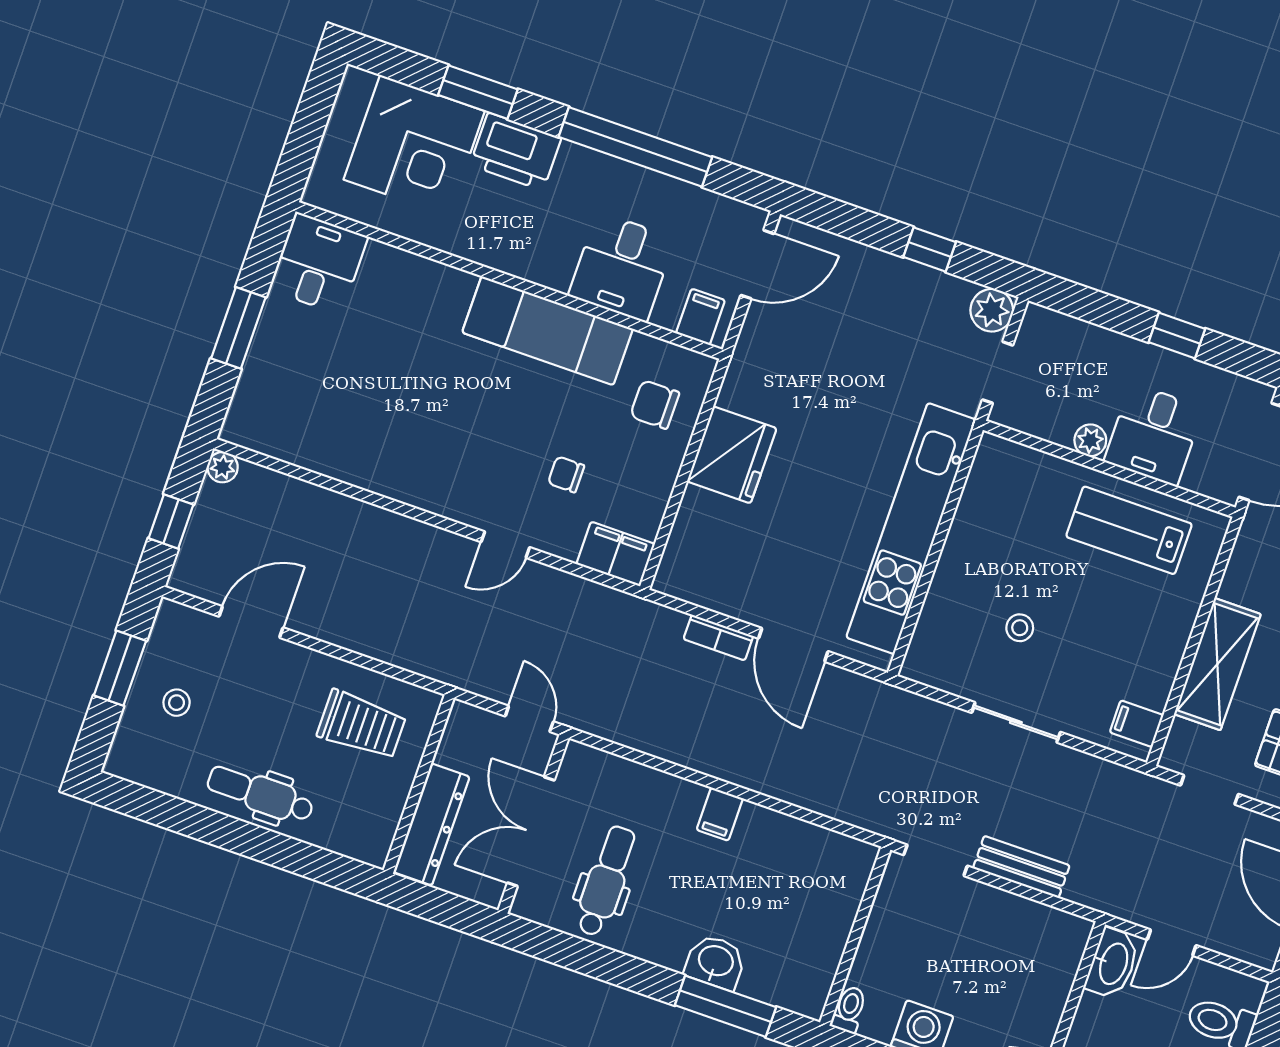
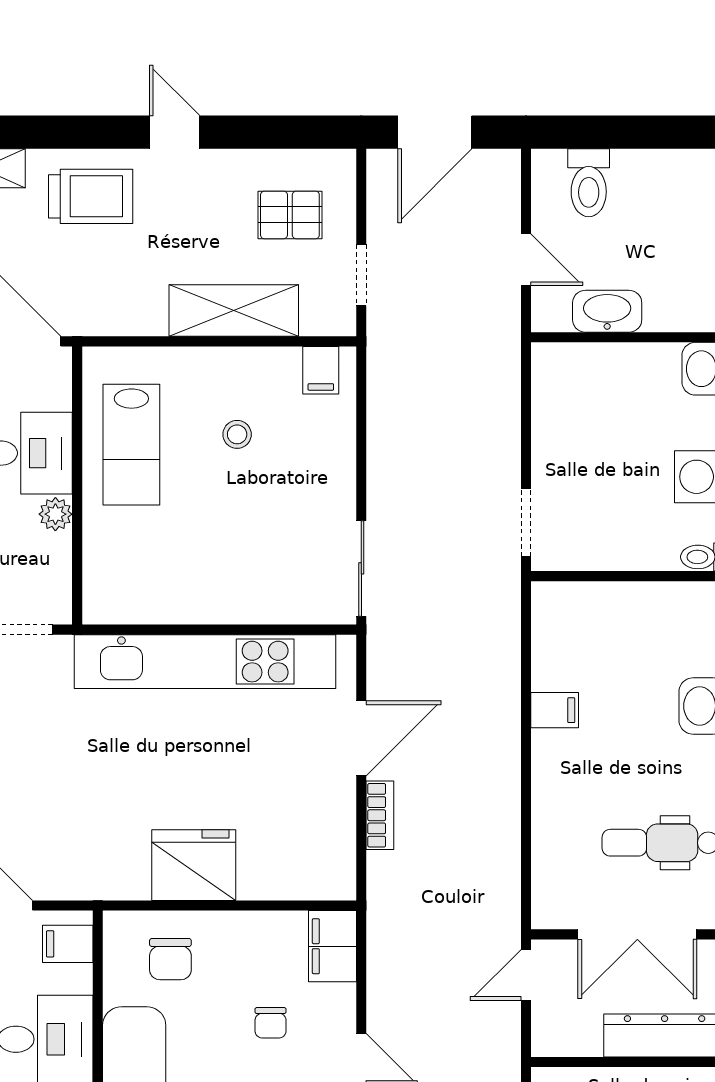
stool: (1020, 628) -> (237, 434), moved
sliding door: (1016, 722) -> (361, 568), moved
filing cabinet: (720, 814) -> (555, 710), moved
bench: (1021, 867) -> (503, 435), removed
washbasin: (1113, 963) -> (607, 311), moved

